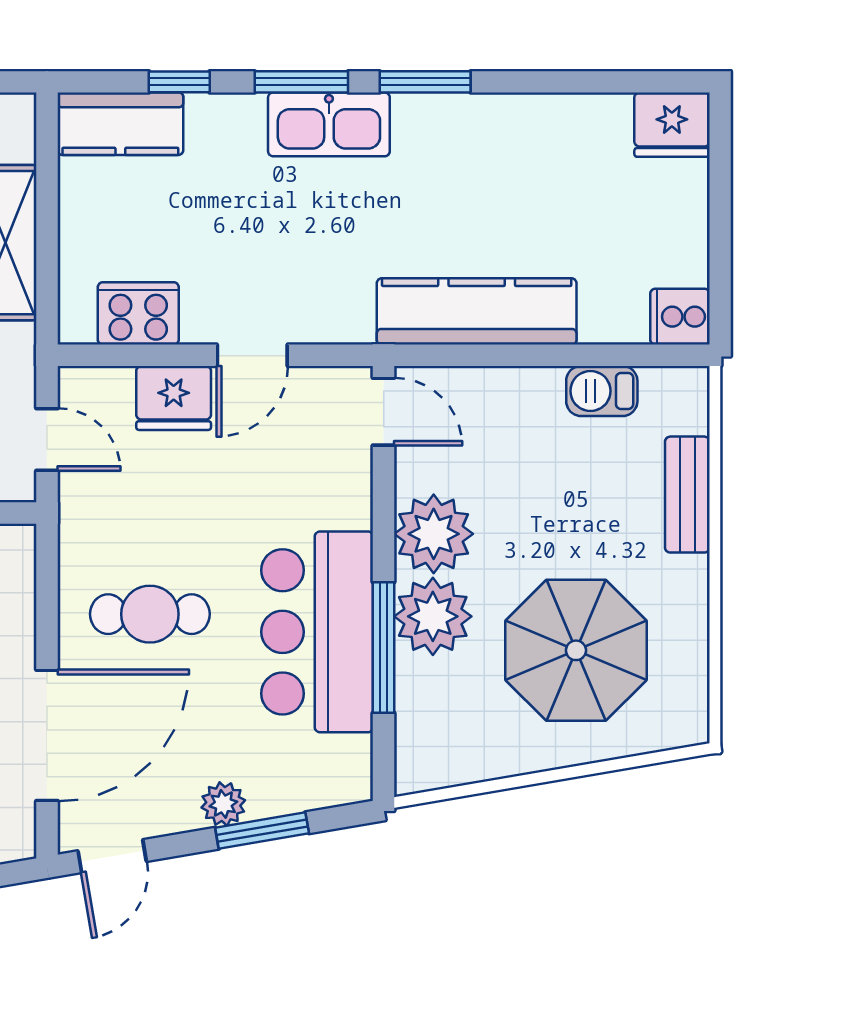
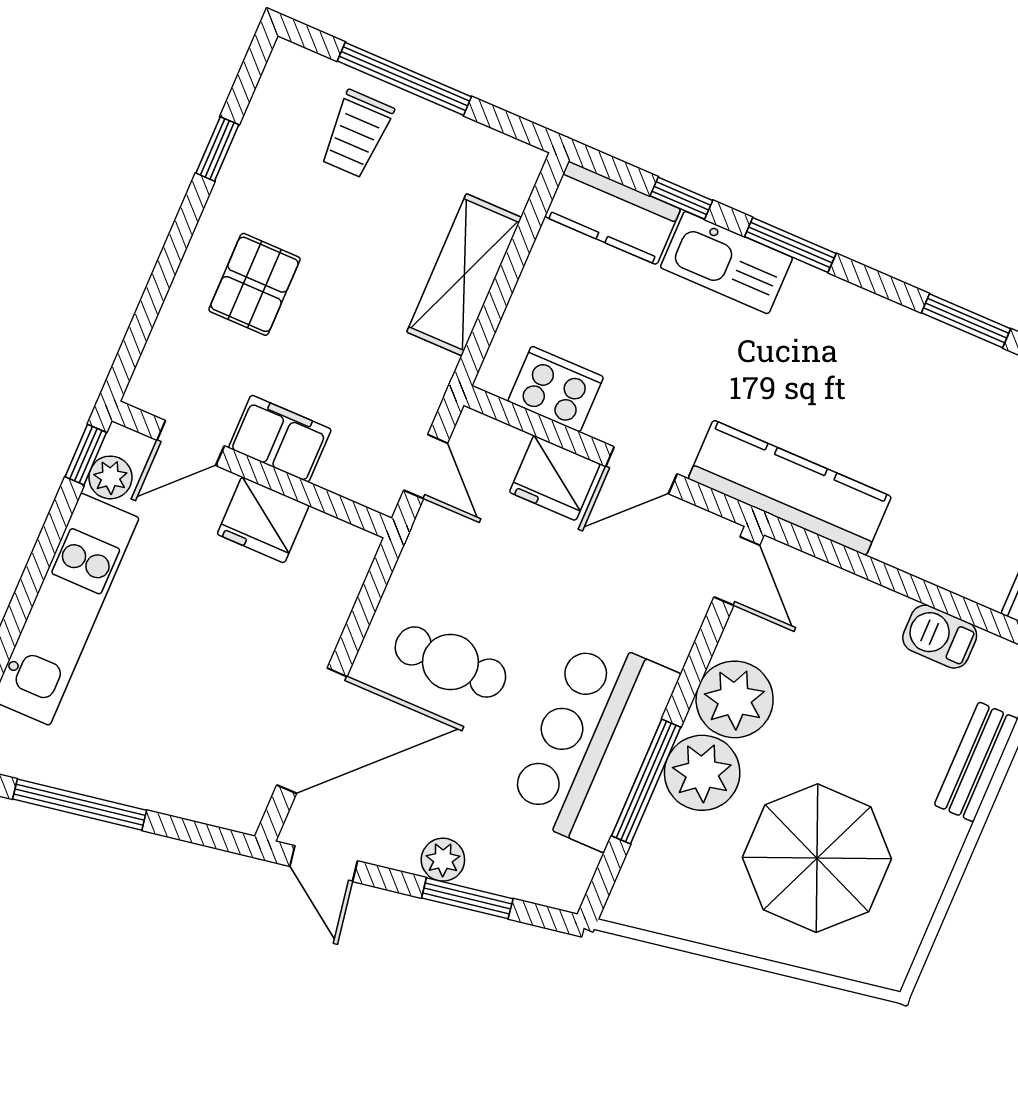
window: (425, 82) -> (966, 321), moved
kitchen sink: (329, 124) -> (726, 263), moved
kitchen counter: (477, 311) -> (790, 488), moved
door: (112, 856) -> (324, 864), hinge flipped

